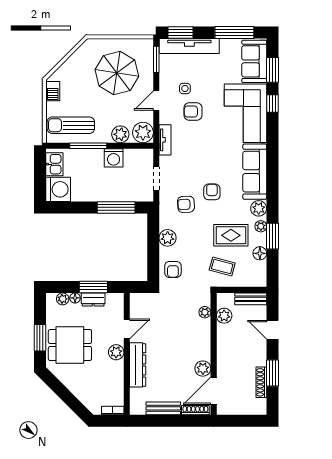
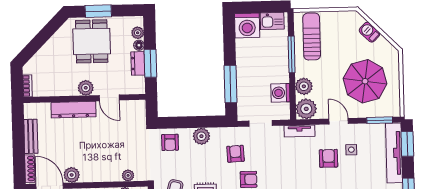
barbecue: (53, 91) -> (369, 32), moved, turned 45
washing machine: (114, 158) -> (280, 93), moved
armchair: (173, 269) -> (170, 142), turned -90

